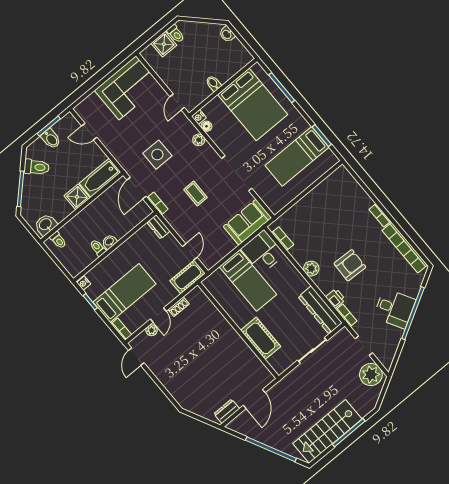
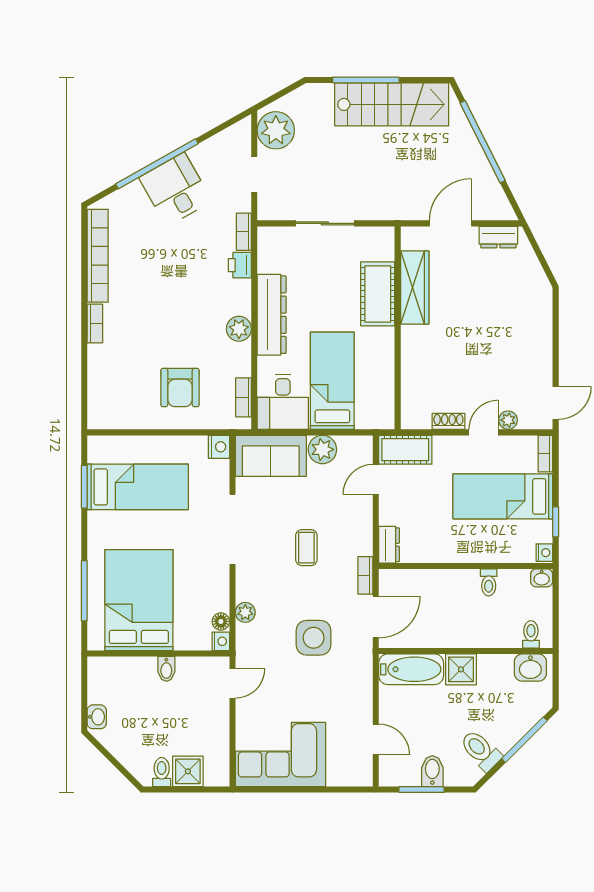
nightstand: (275, 206) -> (219, 447), added
washbasin: (109, 242) -> (542, 578), moved
plant: (226, 245) -> (322, 449), added
armchair: (350, 265) -> (180, 388), moved, turned -92
dresser: (320, 310) -> (272, 315), moved
wardrobe: (246, 356) -> (415, 287), added

